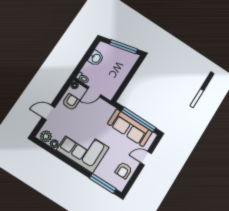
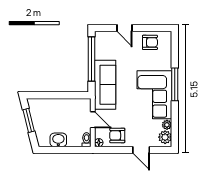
window: (123, 47) -> (29, 120), width x0.69
sofa: (130, 128) -> (105, 85), moved
window: (103, 183) -> (175, 84), moved

